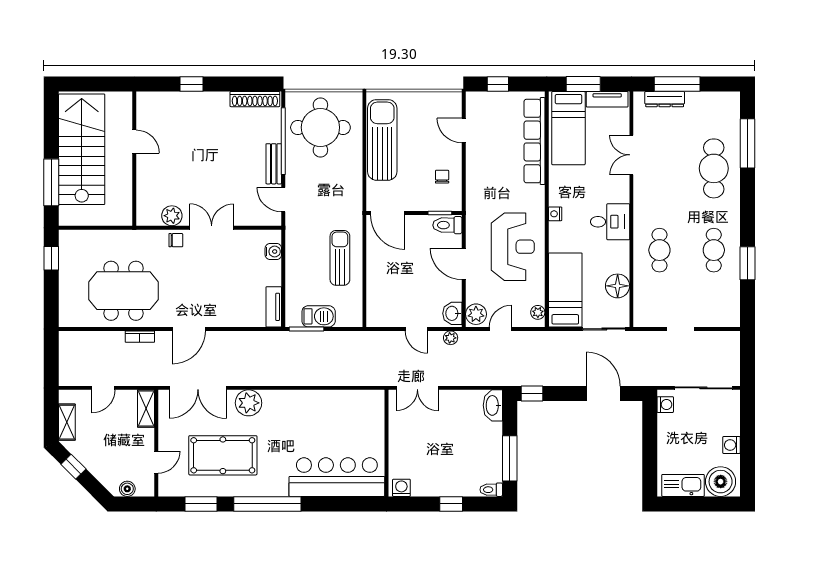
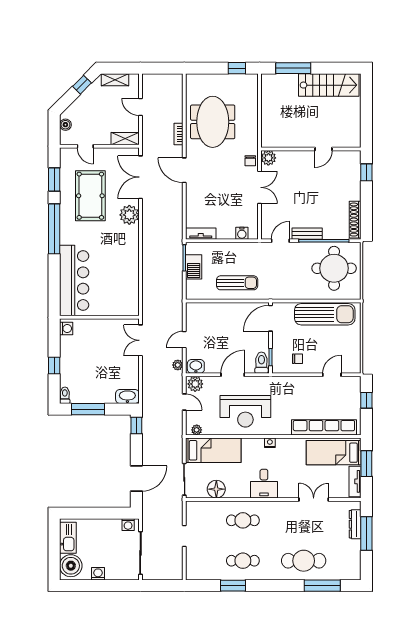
door: (134, 142) -> (324, 149), moved
stairs: (82, 149) -> (329, 85), width x0.73, depth x0.66
wall: (134, 159) -> (311, 149), moved

